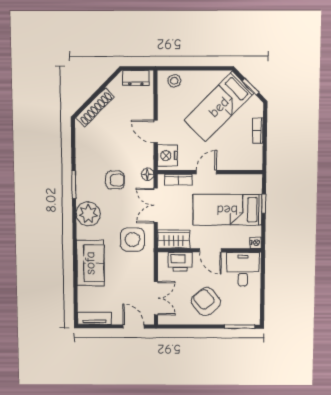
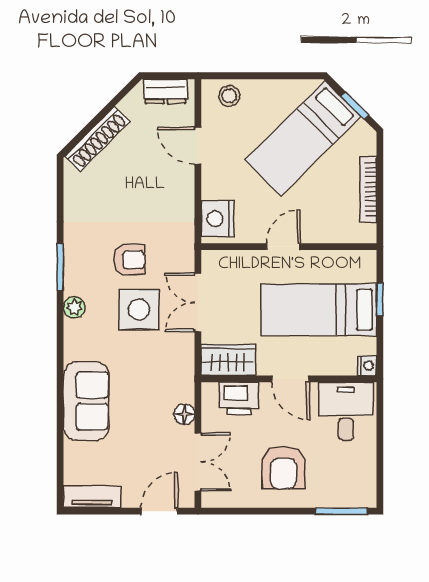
door: (156, 131) -> (198, 146), moved
bookcase: (258, 131) -> (368, 189), width x1.56
floor lamp: (148, 174) -> (184, 414), moved
bookcase: (178, 180) -> (236, 259), removed
plant: (88, 214) -> (74, 307), width x0.53, depth x0.53
side table: (132, 240) -> (139, 309), moved
armchair: (206, 302) -> (283, 468), turned -140
door: (134, 326) -> (159, 511), hinge flipped

